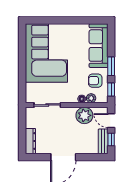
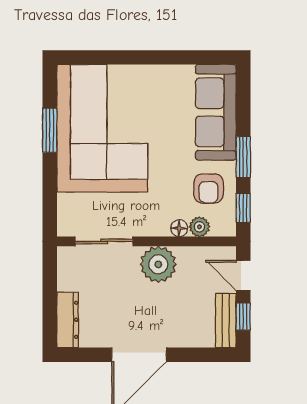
window: (22, 54) -> (50, 130), added
armchair: (95, 81) -> (208, 189), turned -90
plant: (84, 115) -> (158, 264), moved

